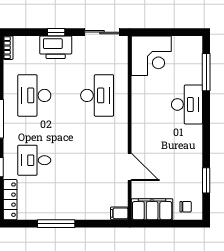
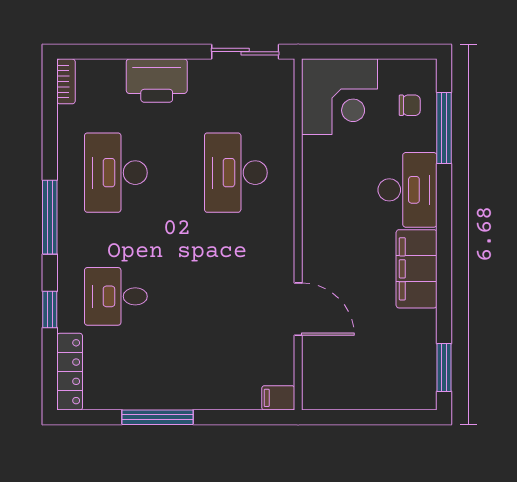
window: (56, 32) -> (158, 52), removed
desk: (97, 95) -> (236, 173), turned 180
window: (206, 180) -> (444, 367), moved
chair: (186, 207) -> (410, 105), moved
filing cabinet: (152, 209) -> (417, 269), moved, turned -90

